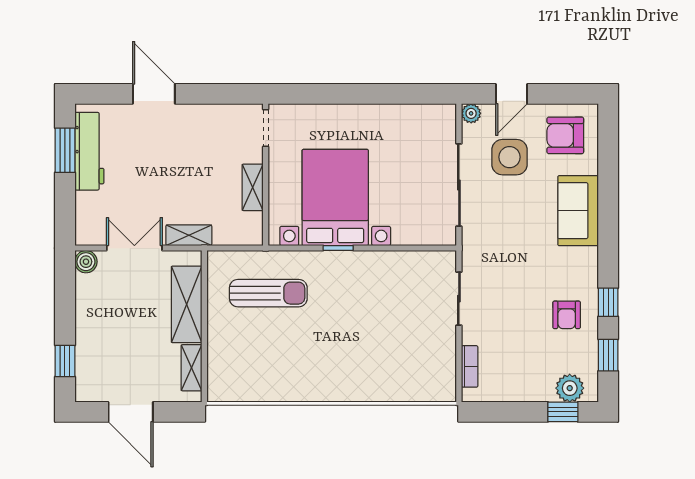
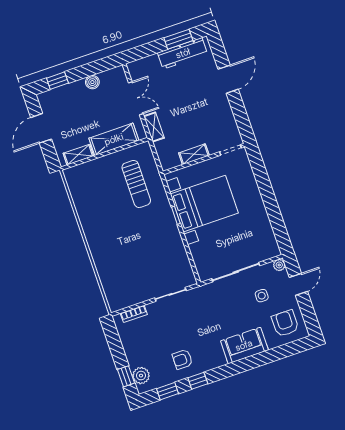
door: (512, 94) -> (298, 284), swing flipped
side table: (510, 157) -> (262, 296), width x0.54, depth x0.54
boiler: (86, 262) -> (92, 82), moved

